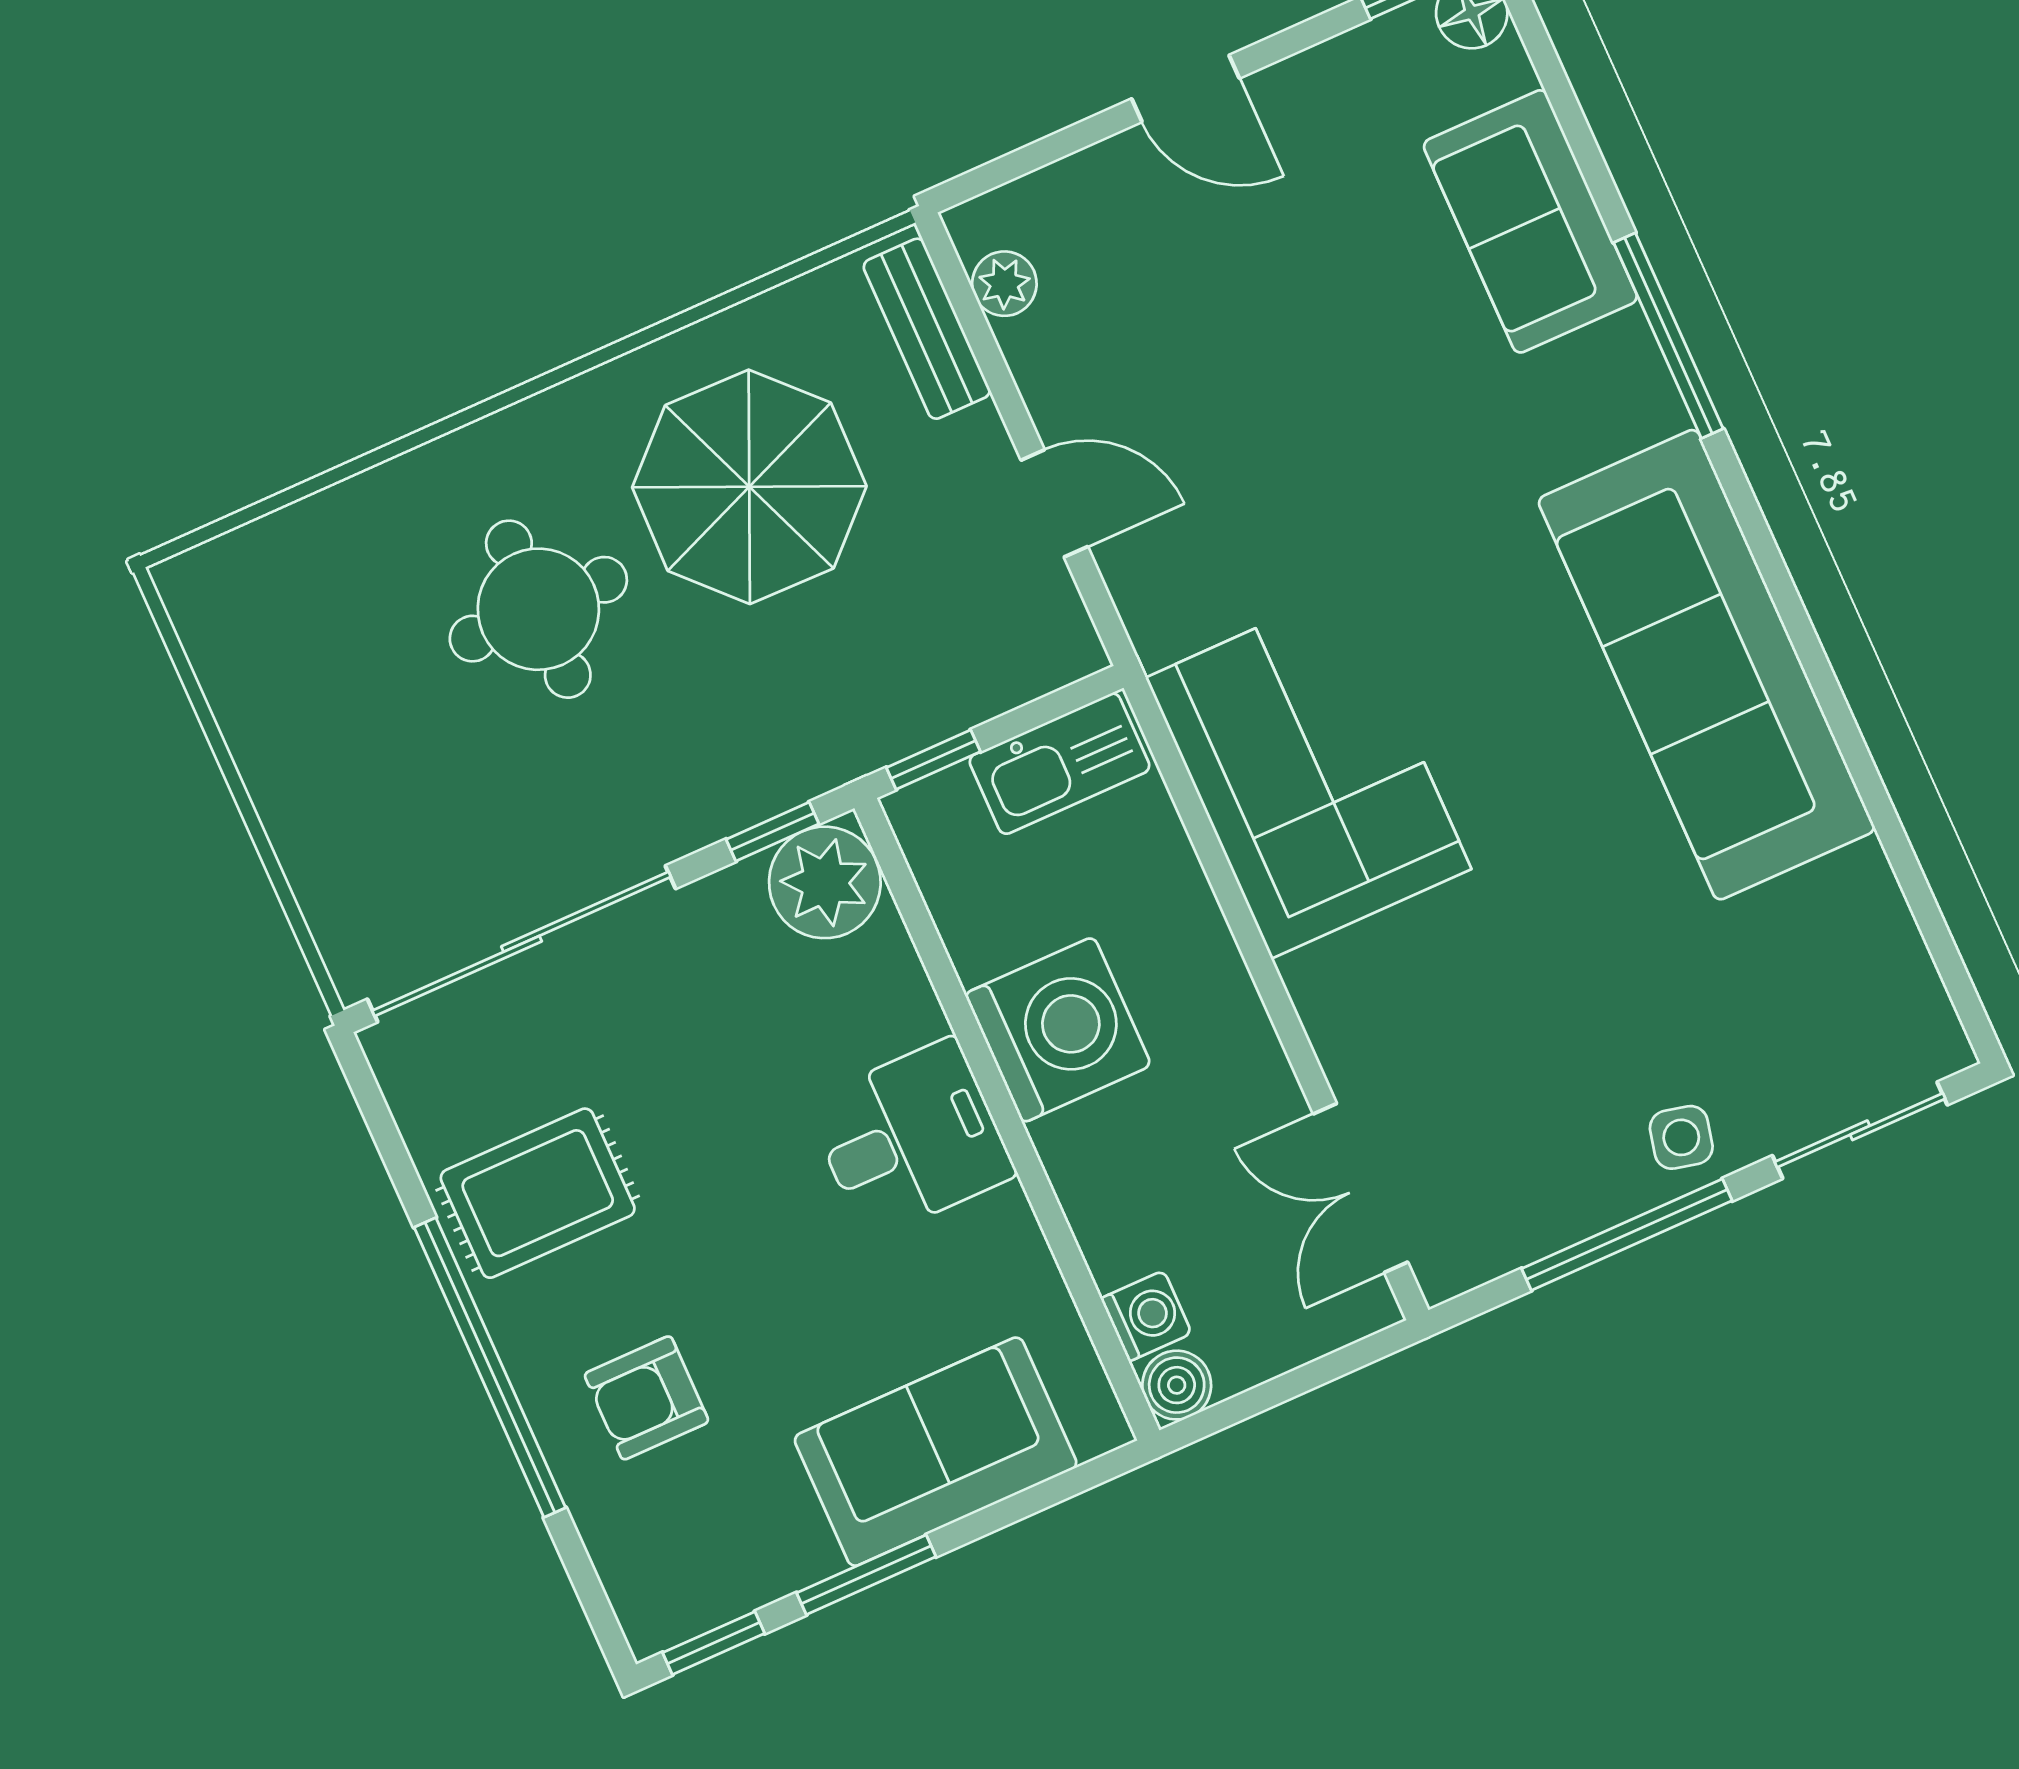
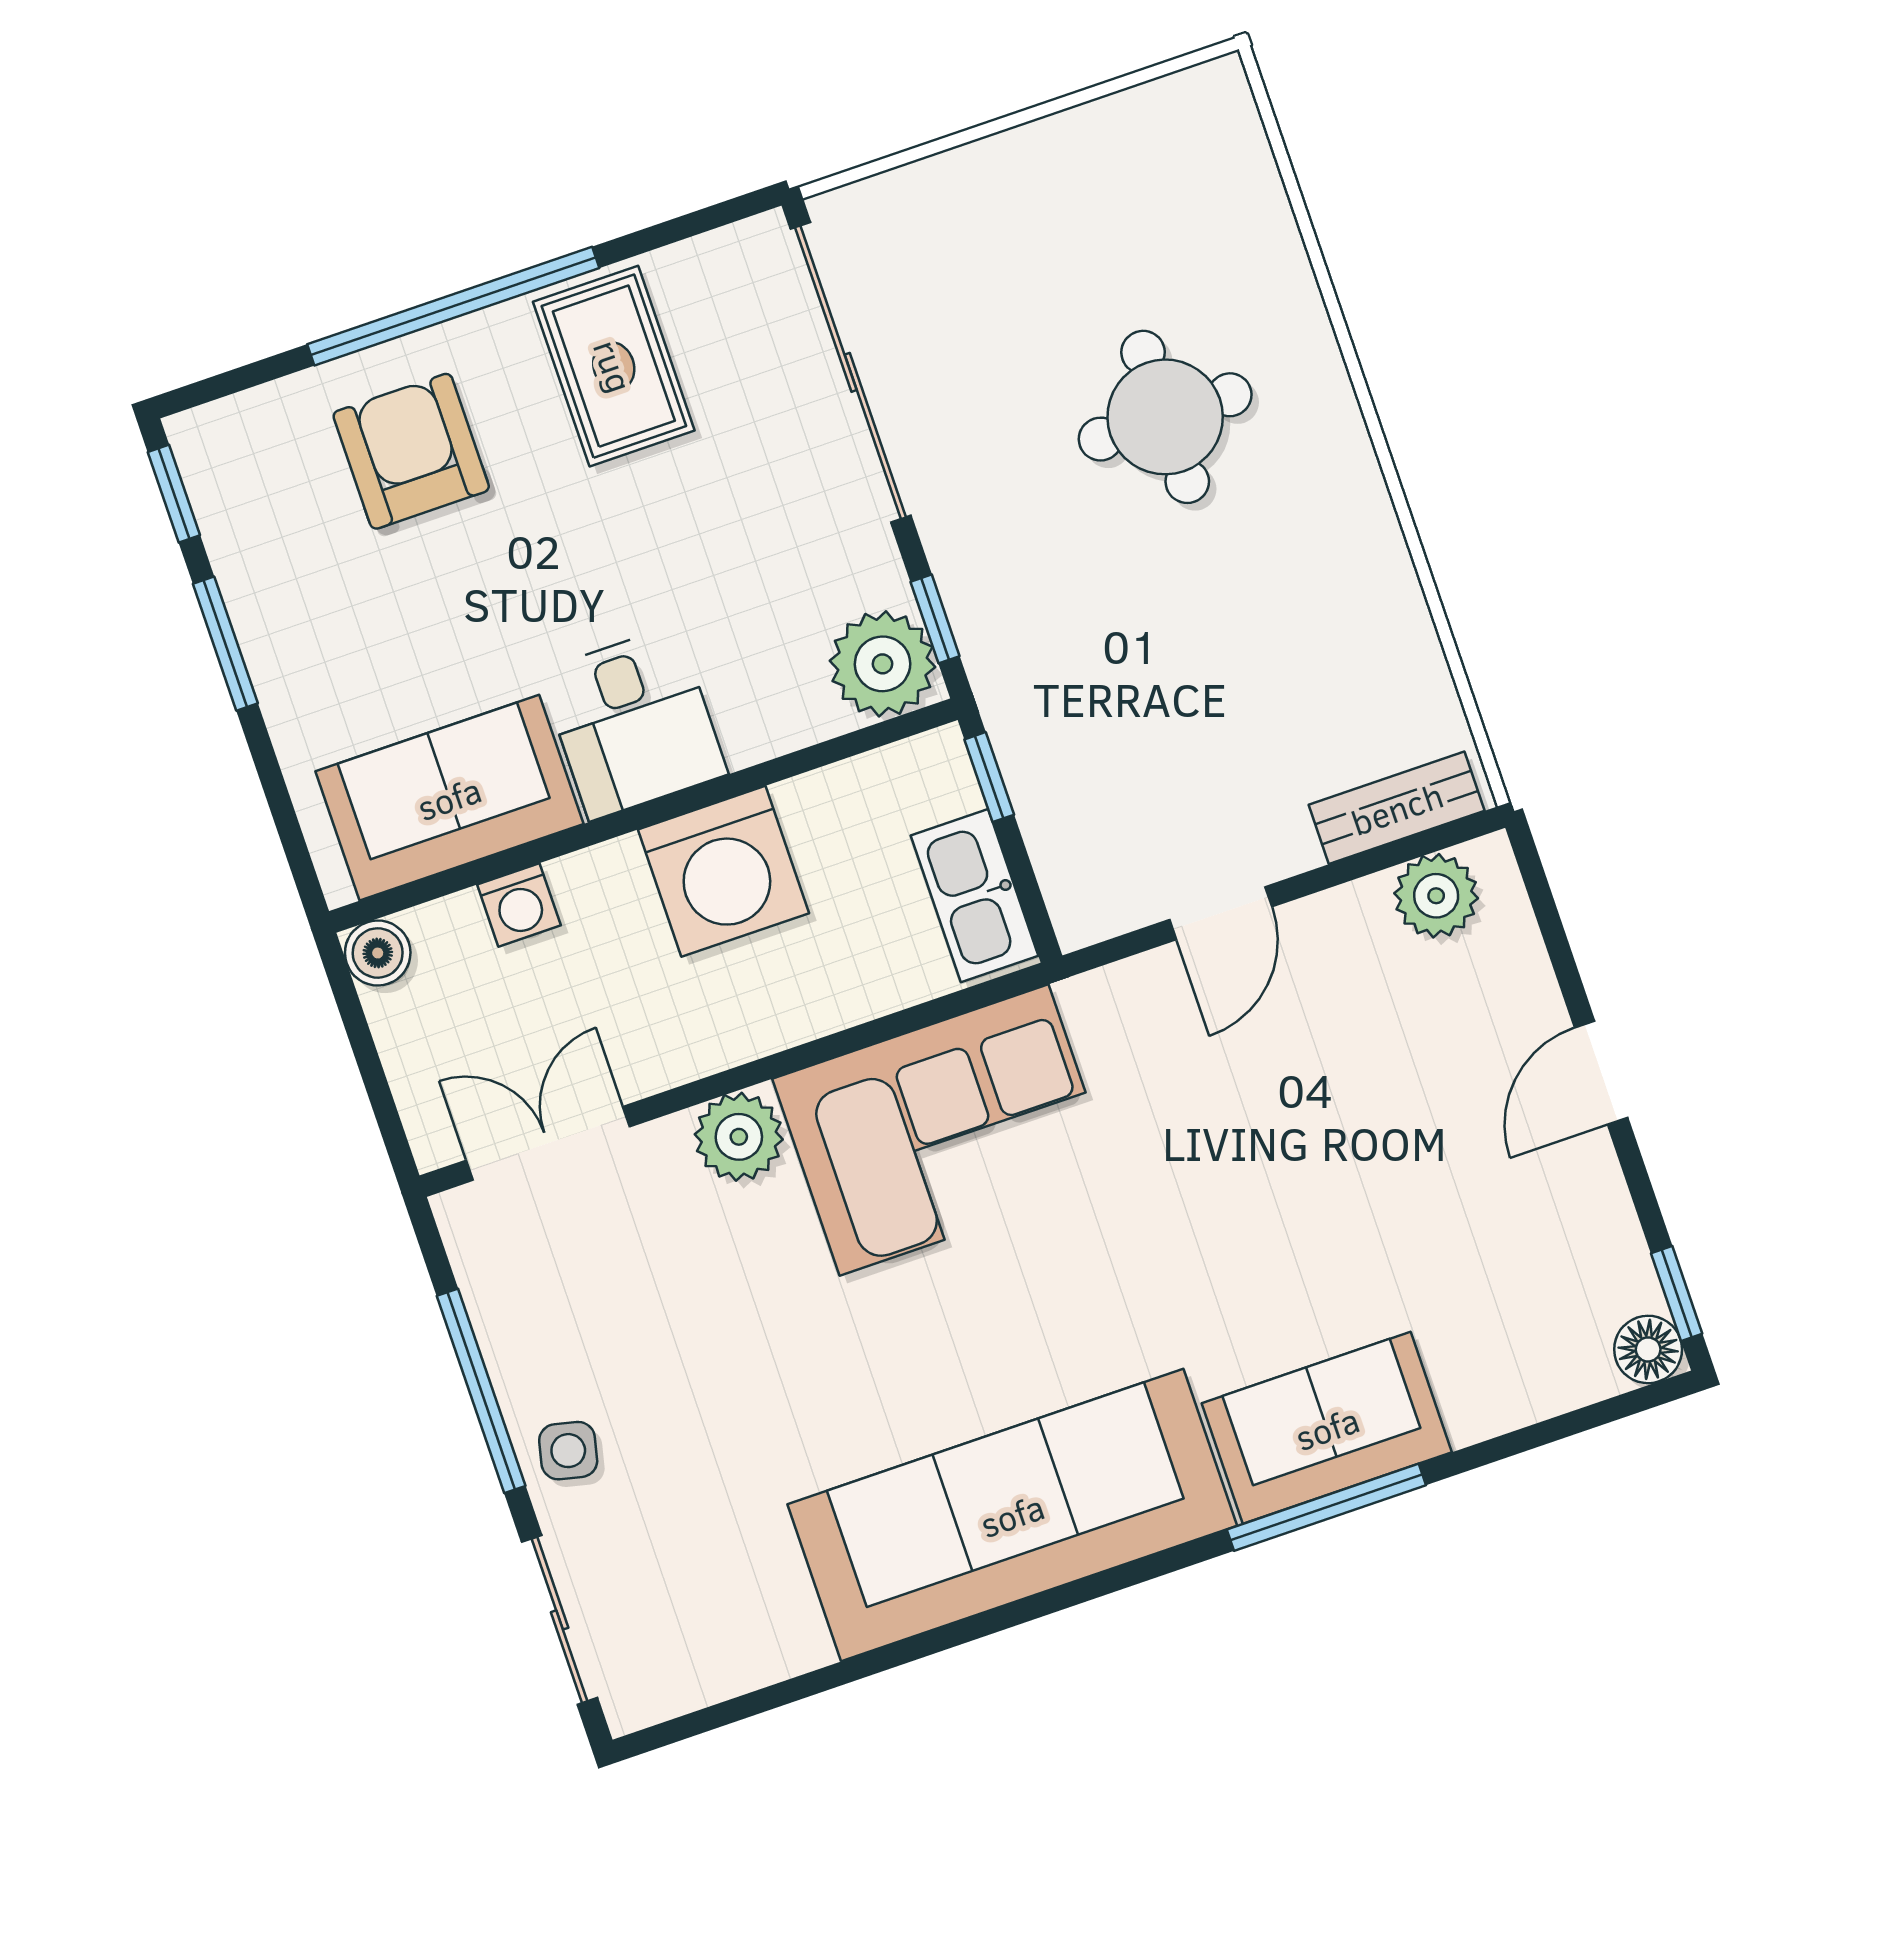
sofa: (1530, 221) -> (1327, 1428), moved
plant: (1004, 284) -> (1436, 896), width x1.38, depth x1.38
parasol: (749, 487) -> (1263, 627), removed
plant: (1335, 988) -> (739, 1137), added
washing machine: (1146, 1316) -> (519, 905), moved
armchair: (646, 1398) -> (411, 451), width x1.38, depth x1.38
sofa: (936, 1452) -> (449, 798), moved, turned -90

